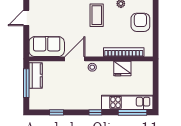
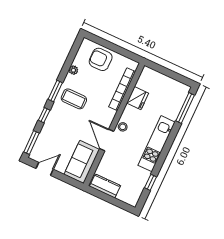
door: (26, 18) -> (45, 169), swing flipped
window: (26, 83) -> (108, 198), removed
kitchen unit: (127, 102) -> (157, 144), moved
window: (95, 112) -> (168, 144), removed

